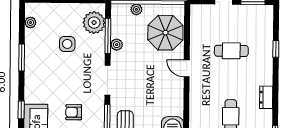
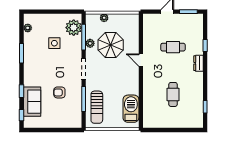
parasol: (165, 33) -> (111, 45), moved
dresser: (266, 97) -> (199, 63), moved

